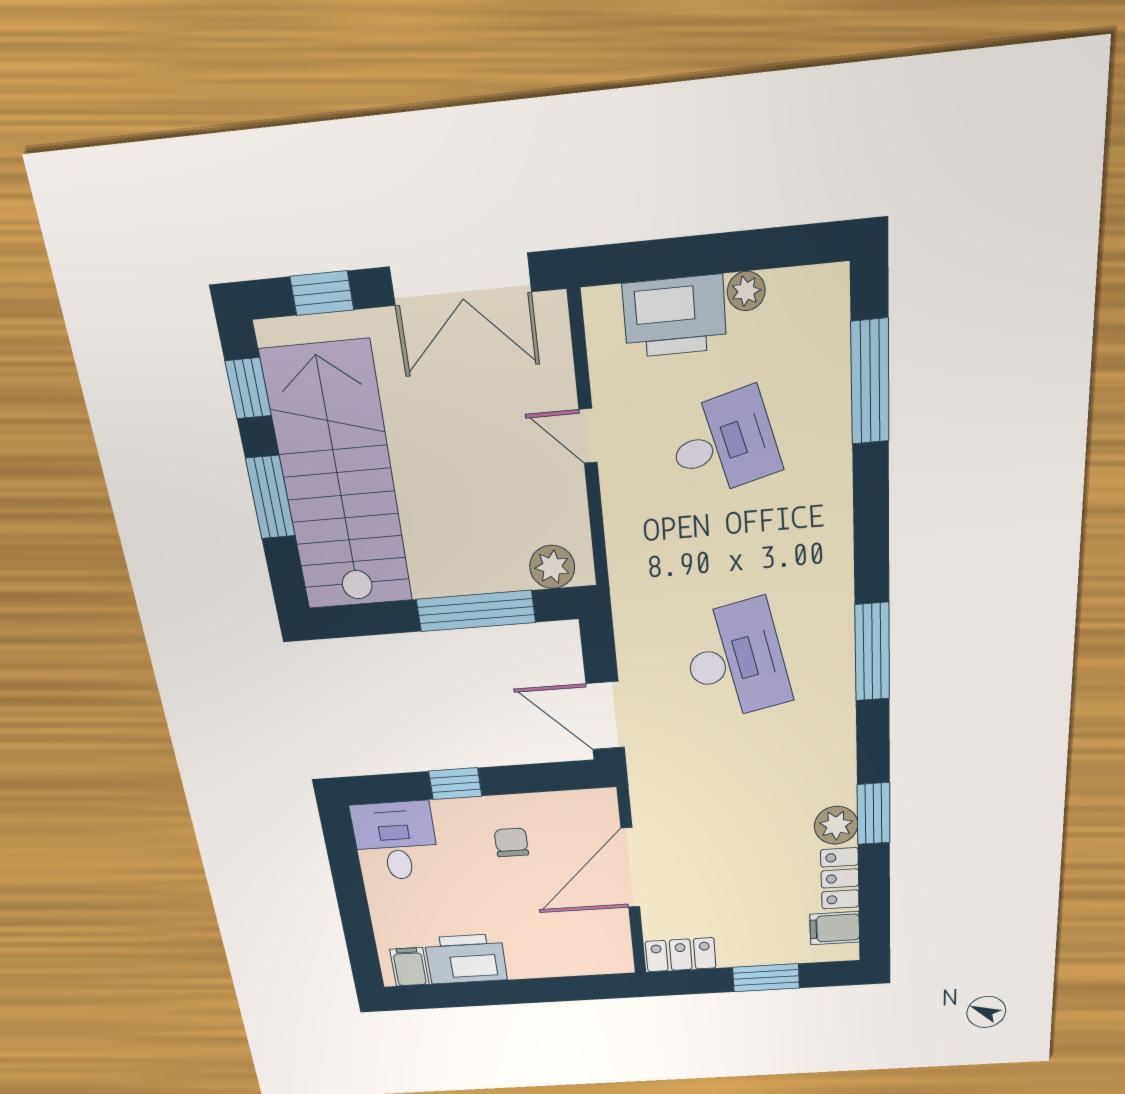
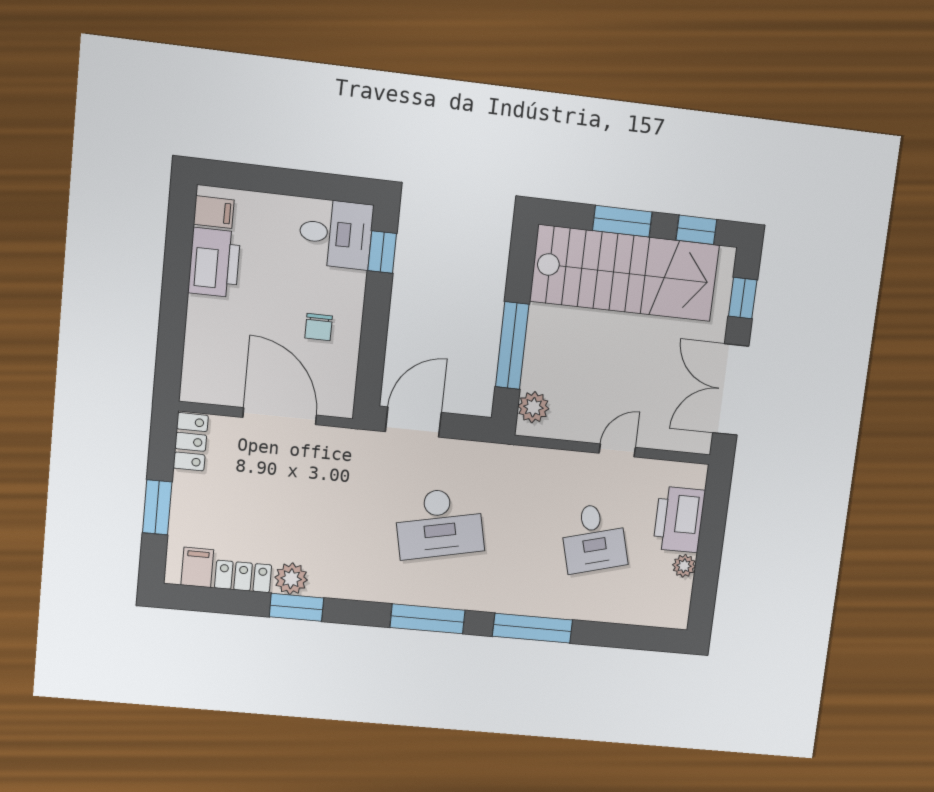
window: (870, 382) -> (532, 628), moved
window: (455, 784) -> (382, 252), moved
chair: (511, 842) -> (319, 327), turned 90

